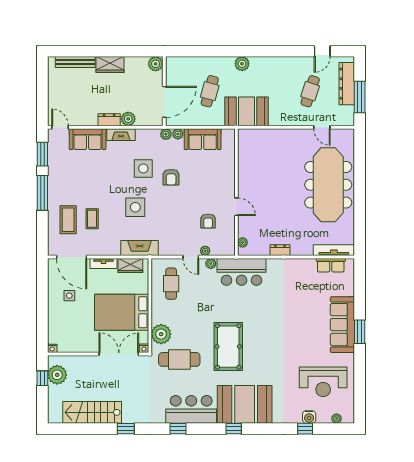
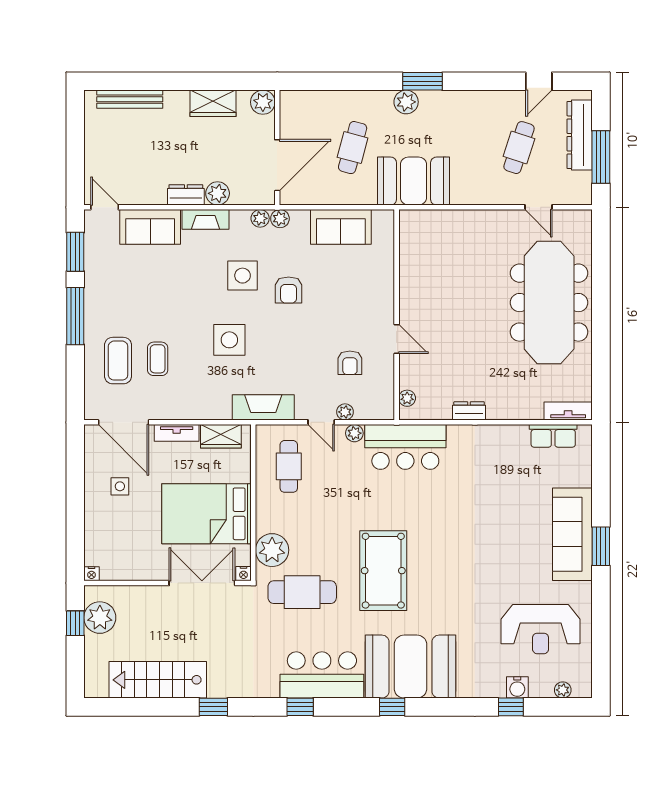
window: (252, 51) -> (422, 81), added
wardrobe: (110, 65) -> (213, 103), moved
plant: (178, 134) -> (260, 218), moved
fireplace: (140, 248) -> (263, 407), moved
tv unit: (334, 250) -> (568, 411), width x0.71

